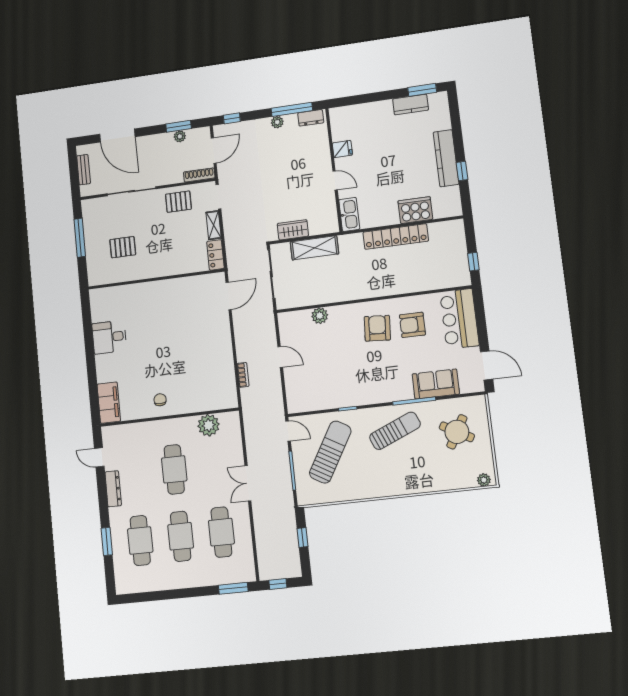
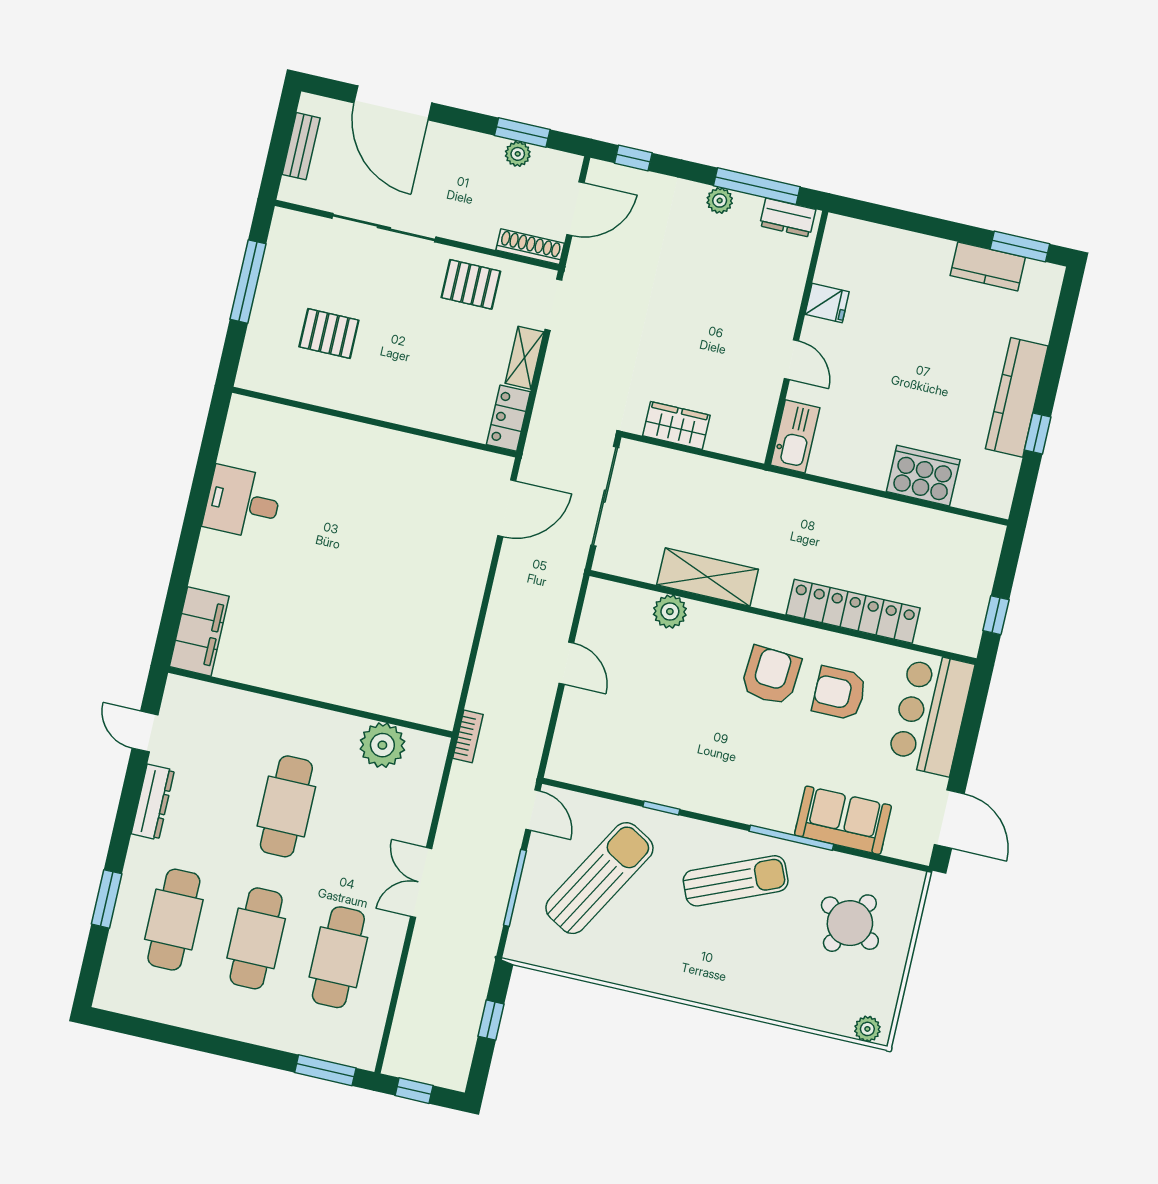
locker: (396, 237) -> (853, 611), moved, turned 180
shelving: (314, 248) -> (708, 577), moved
bookcase: (243, 375) -> (468, 736), moved
chair: (160, 400) -> (303, 662), removed

